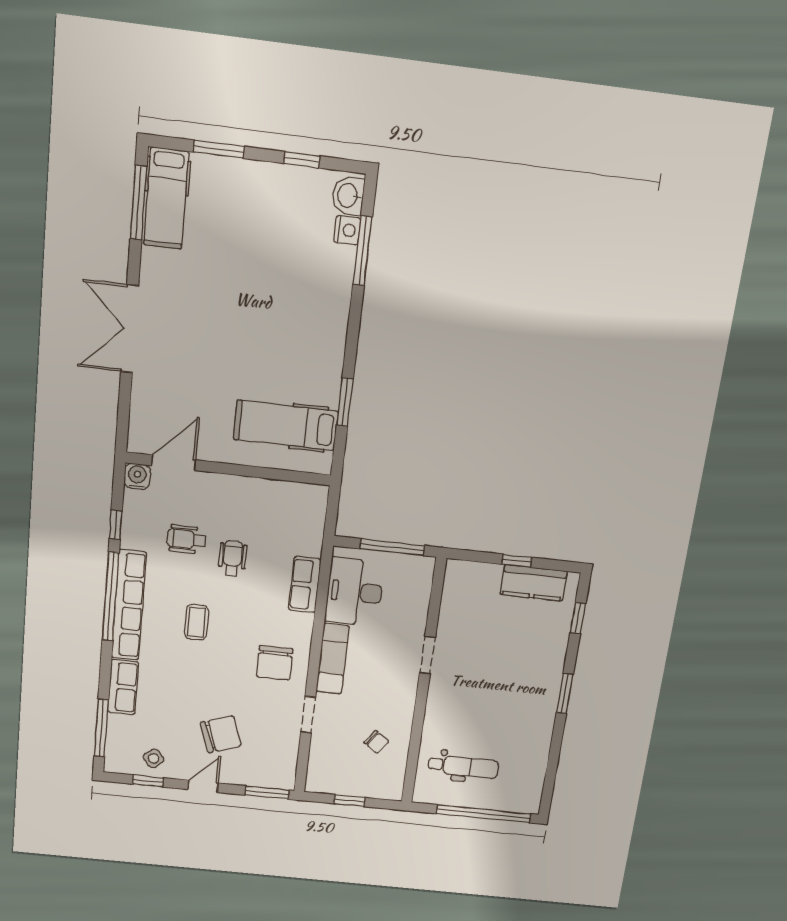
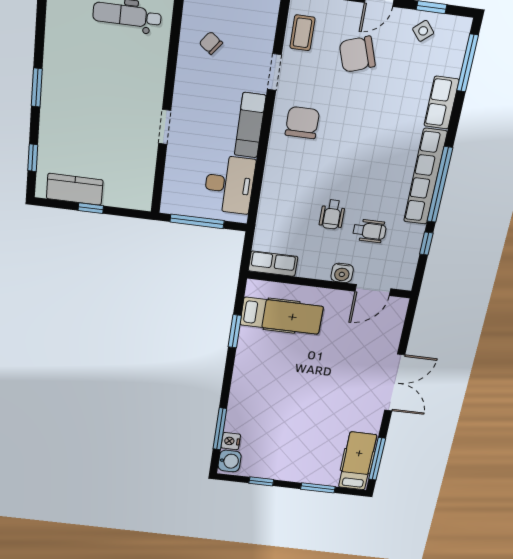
water cooler: (137, 476) -> (342, 273), moved
row of seats: (305, 585) -> (273, 264), moved, turned -90
coffee table: (196, 622) -> (302, 33), moved

